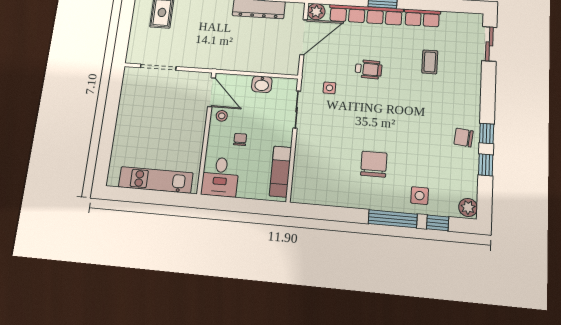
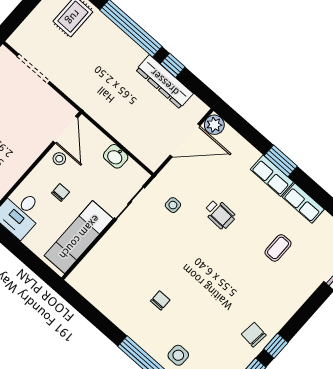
row of seats: (366, 15) -> (272, 176), width x0.50
chair: (374, 164) -> (160, 301), width x0.54, depth x0.54
exam couch: (280, 172) -> (79, 237), width x1.36, depth x1.45

